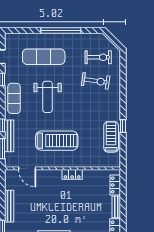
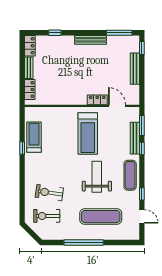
treadmill: (111, 137) -> (34, 137), turned 180
treadmill: (57, 141) -> (88, 133), turned -90
locker: (72, 174) -> (97, 100), moved

